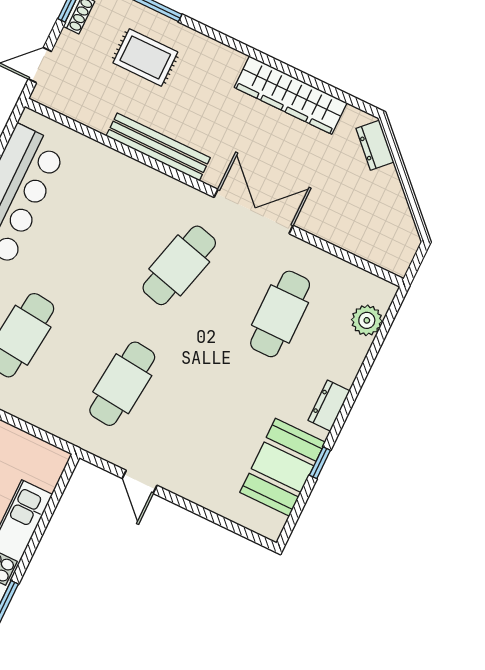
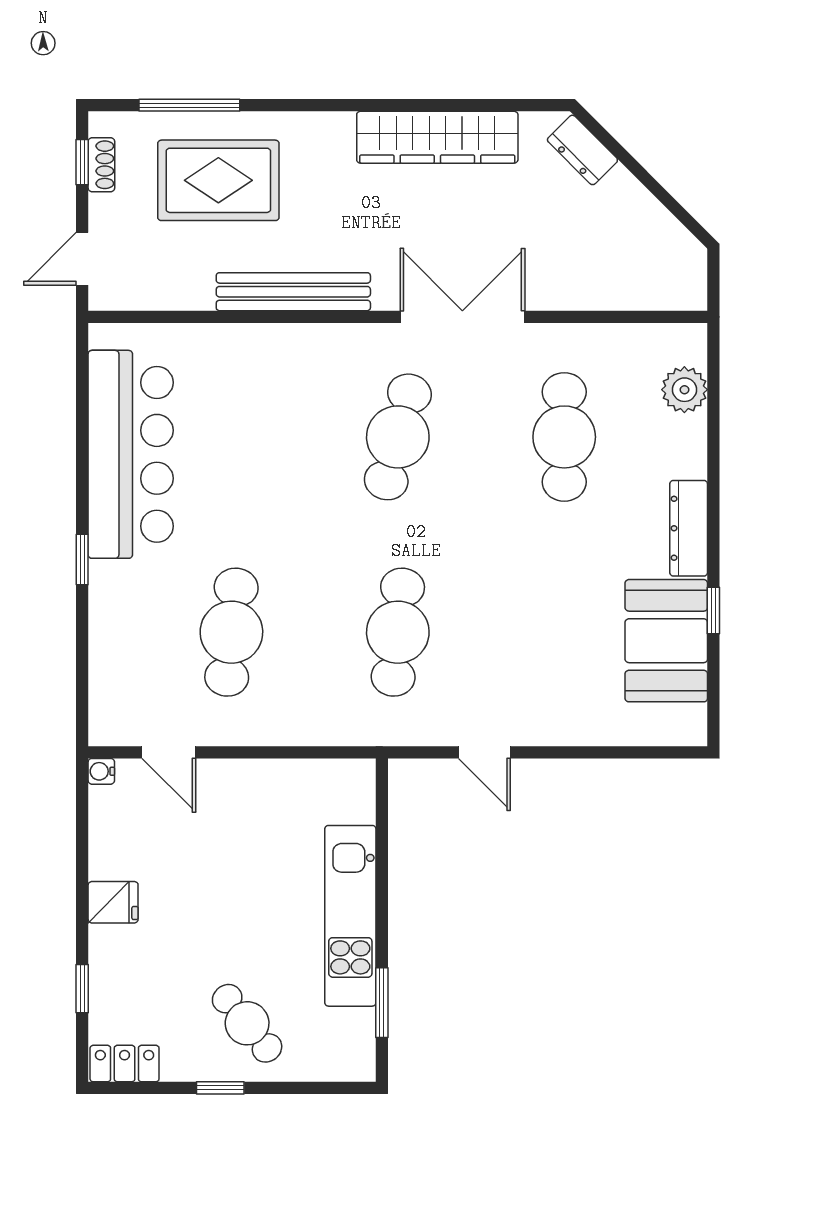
rug: (145, 57) -> (218, 180), width x1.36, depth x1.43
dresser: (329, 406) -> (689, 528), width x1.44

